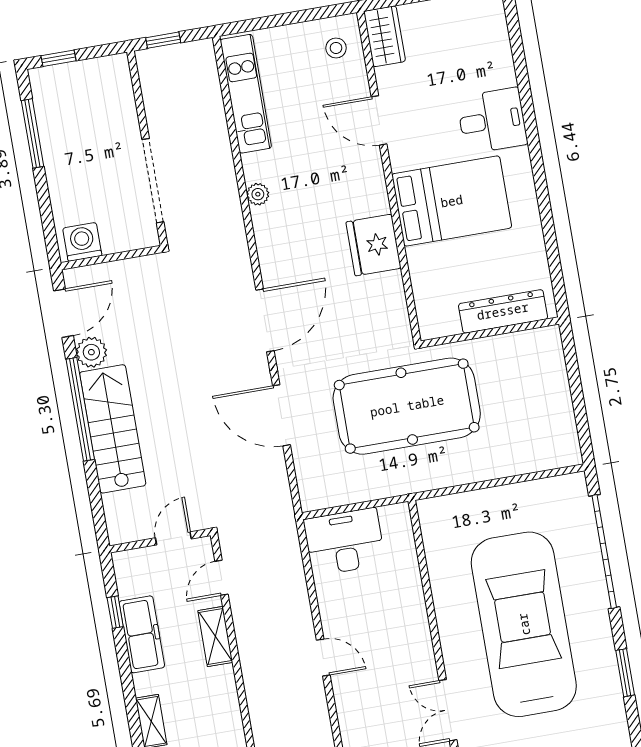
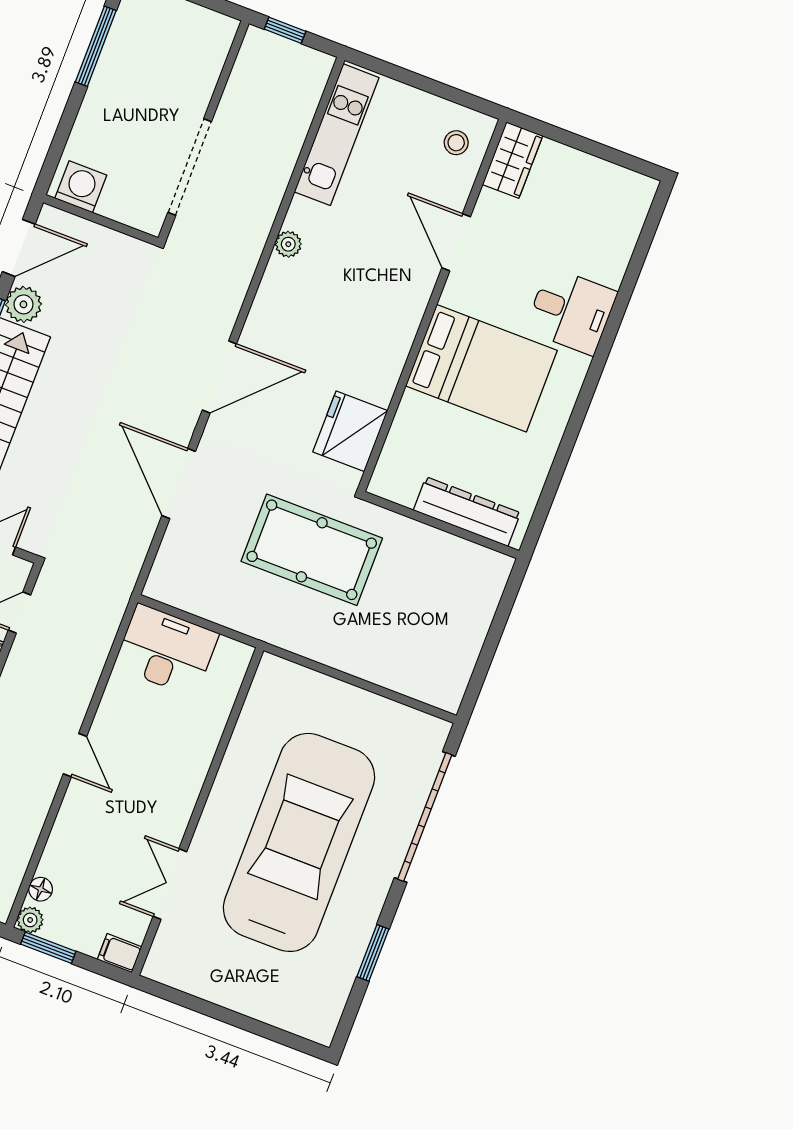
fridge: (373, 245) -> (350, 431), moved
pool table: (407, 406) -> (312, 550), width x0.73, depth x0.76

